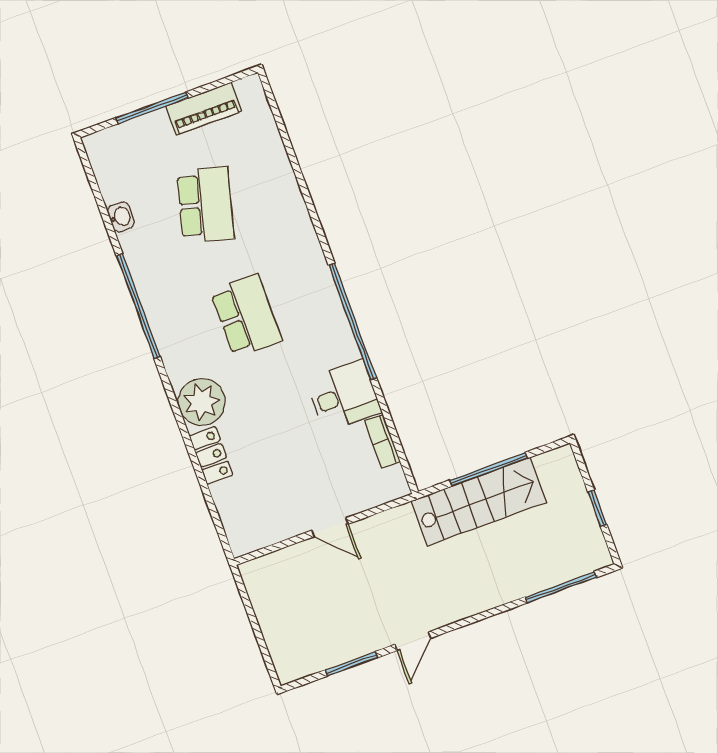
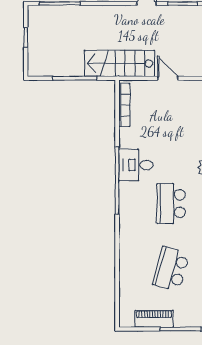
desk: (343, 396) -> (136, 165), moved
bookcase: (382, 441) -> (124, 105), width x1.56
stairs: (479, 501) -> (120, 63), moved

